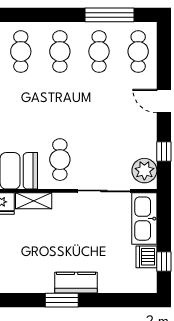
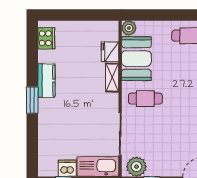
kitchen counter: (76, 283) -> (46, 81), moved

